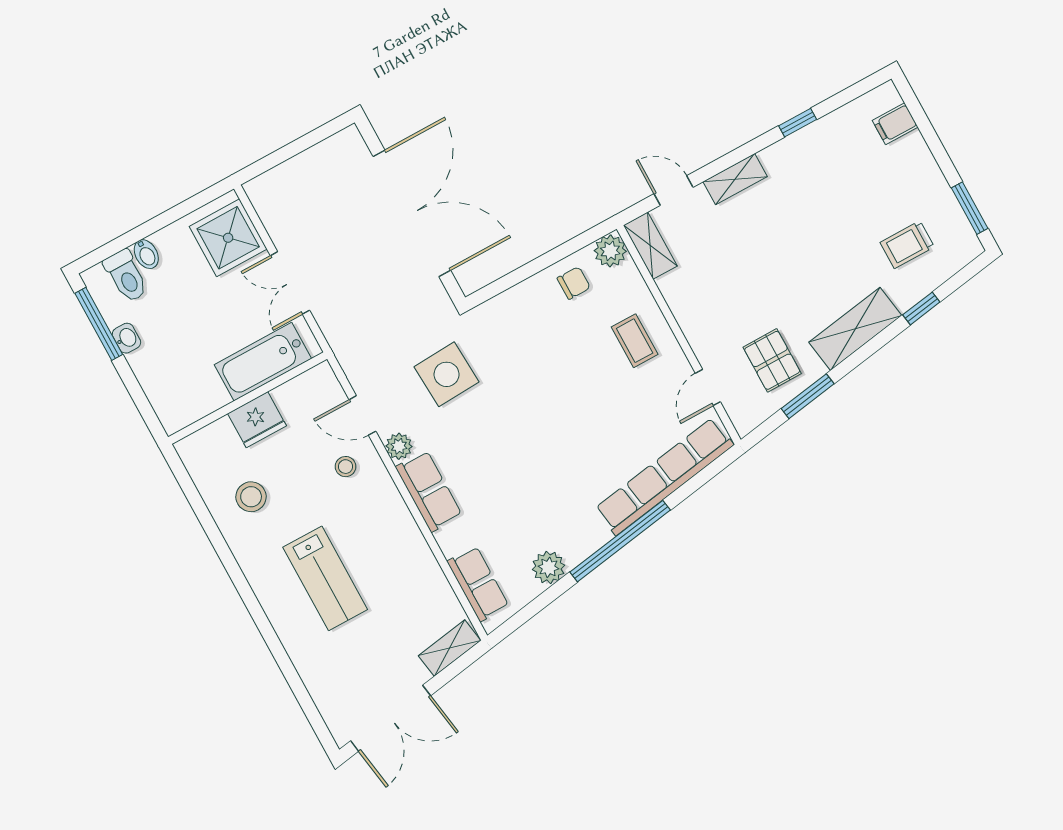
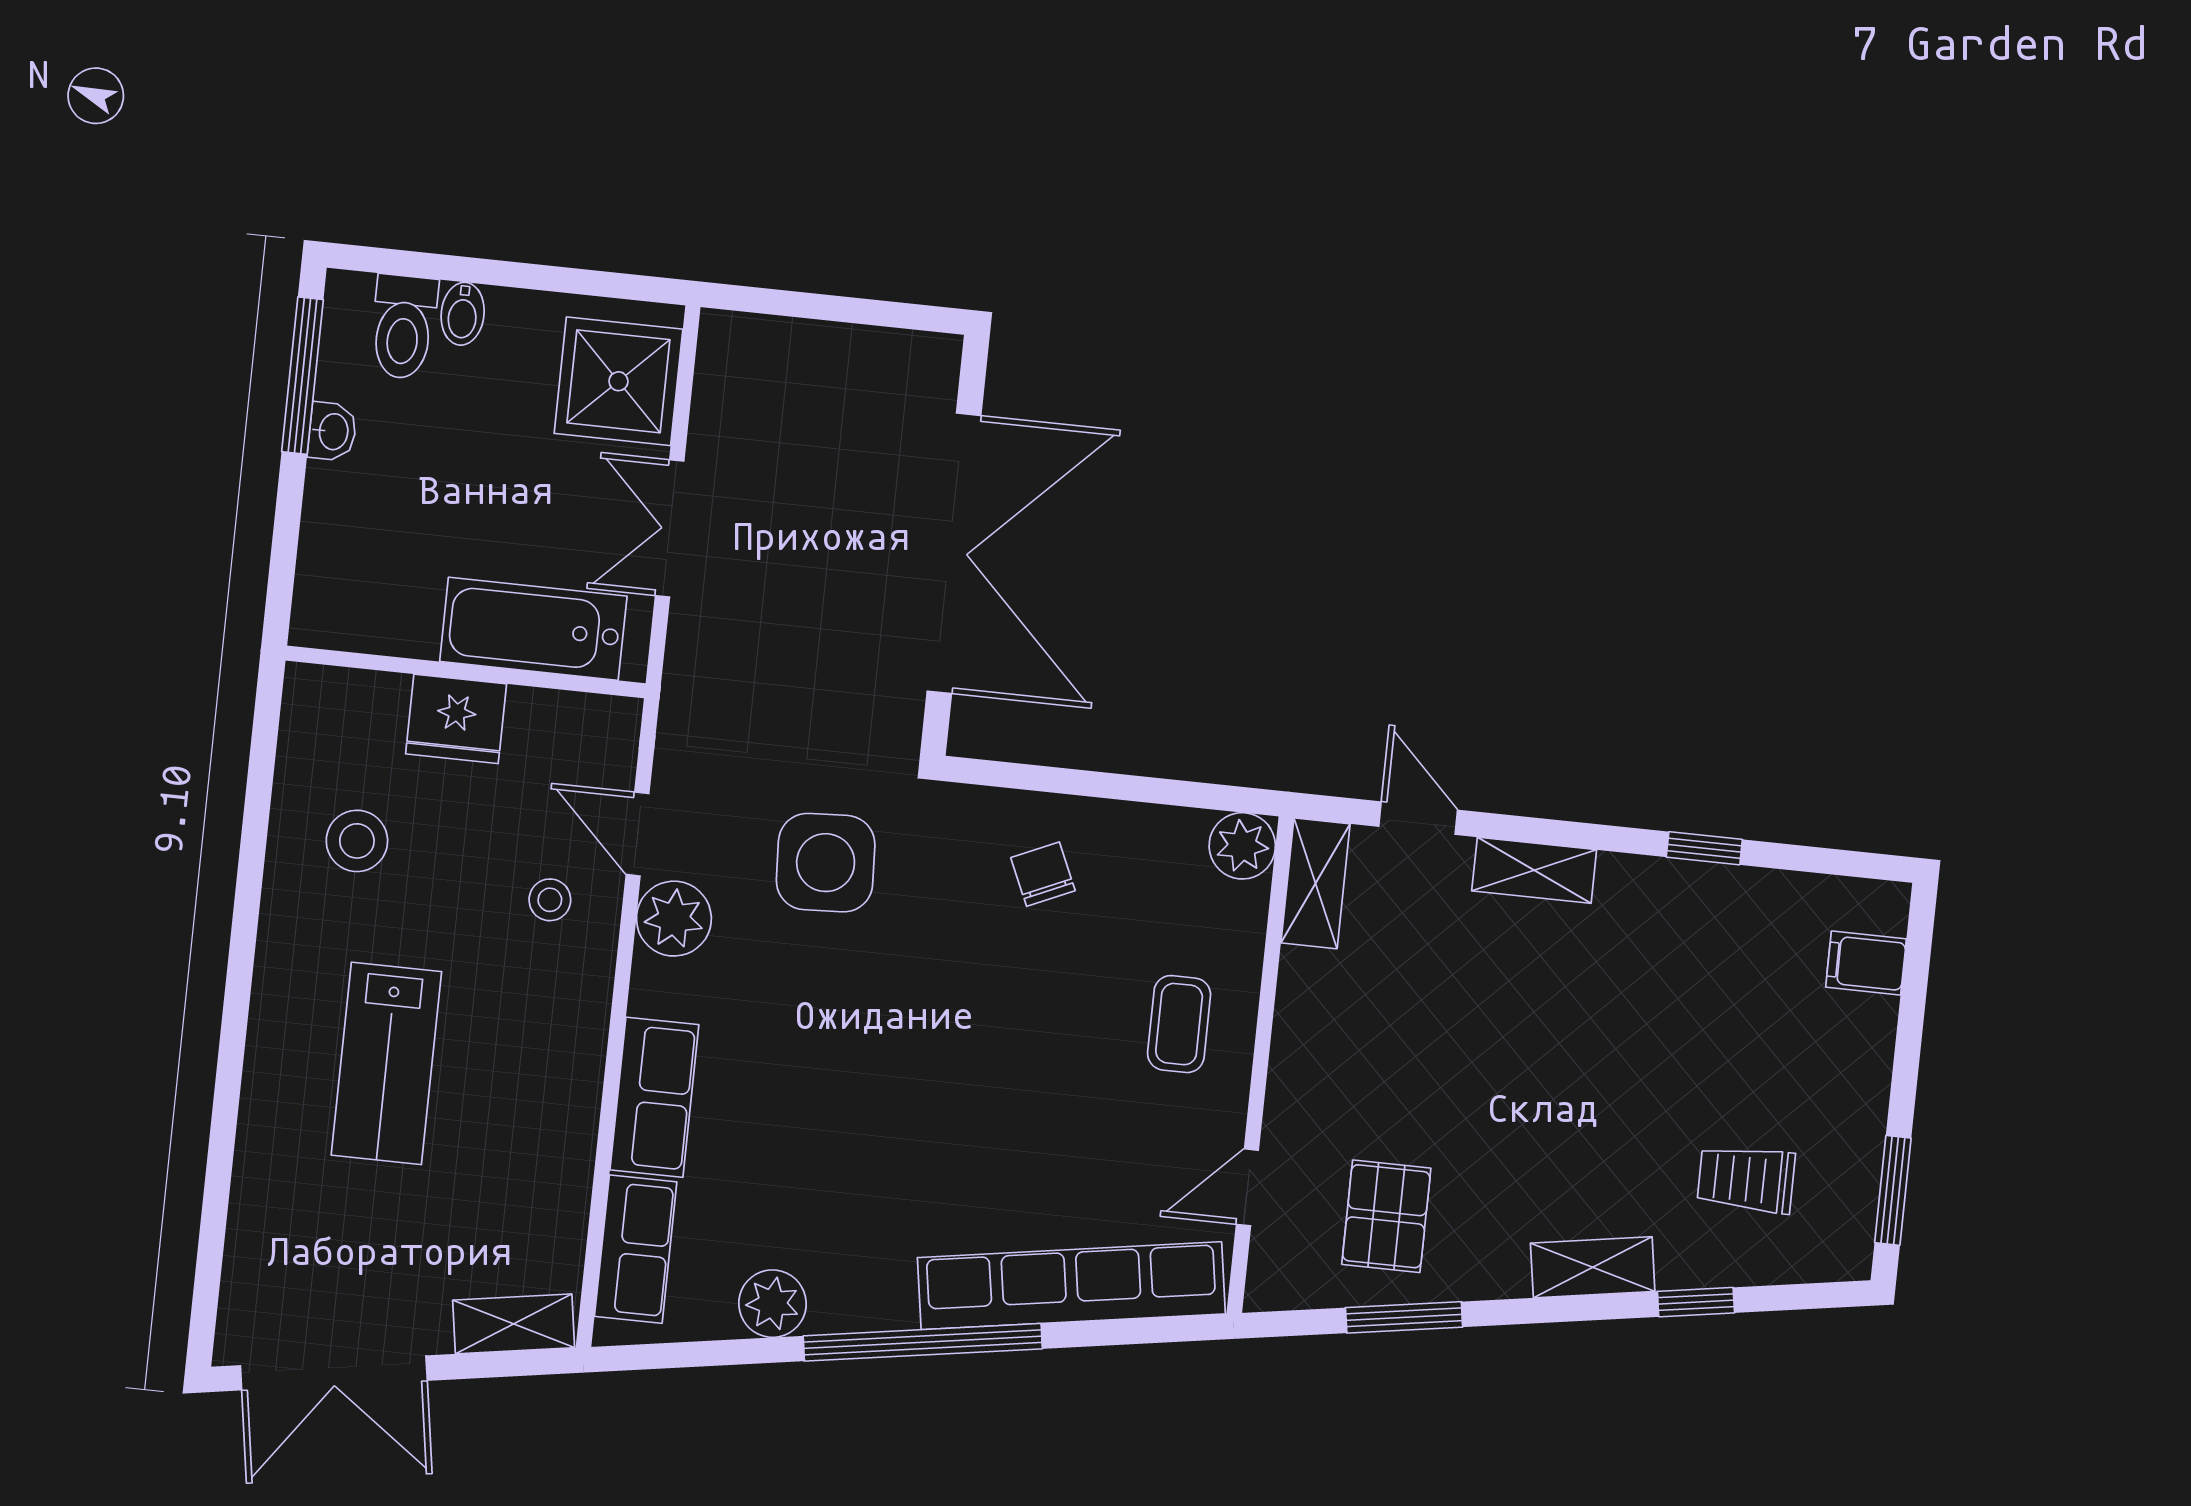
chair: (574, 283) -> (1043, 874), moved, turned -114
shelving: (855, 329) -> (1593, 1267), width x0.67, depth x0.75
plant: (399, 446) -> (674, 919), width x1.38, depth x1.38
row of seats: (429, 491) -> (654, 1097), moved

